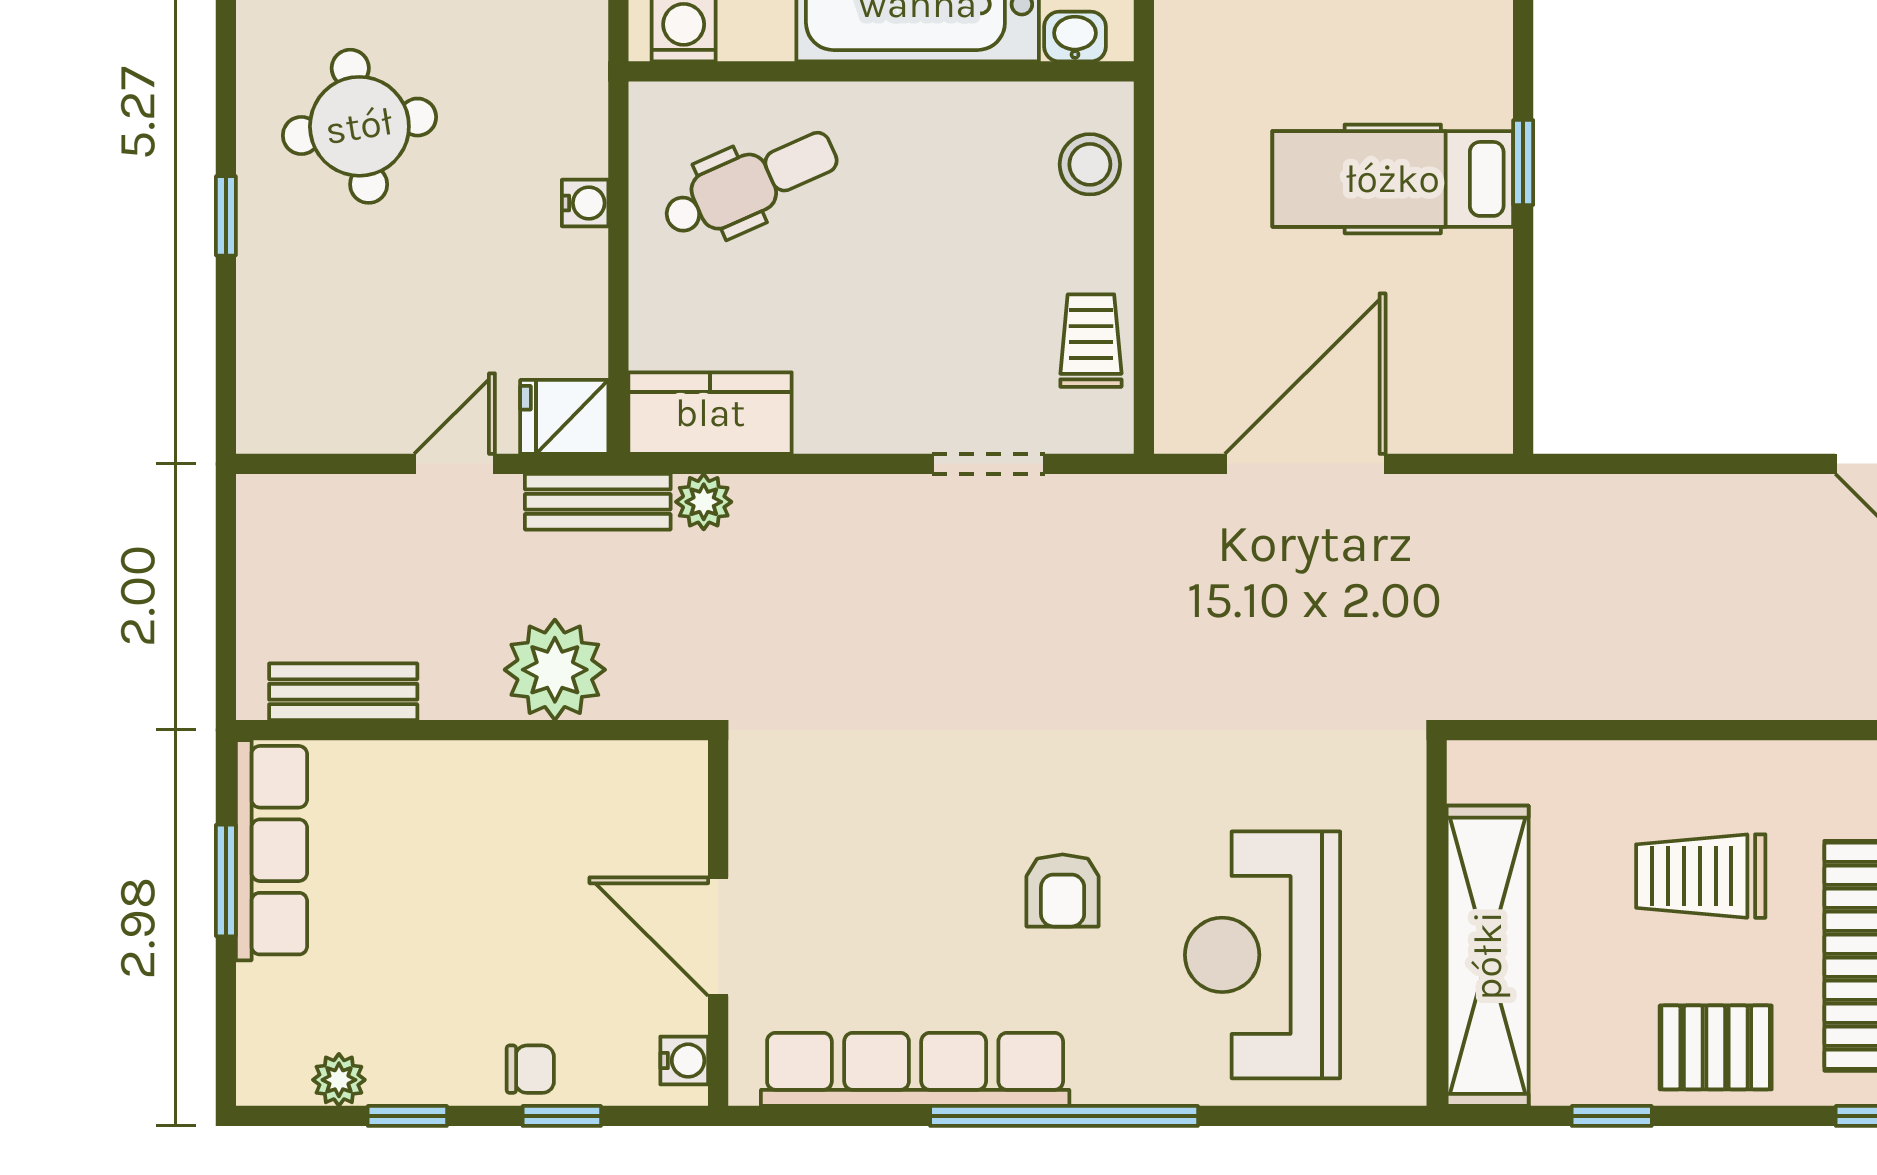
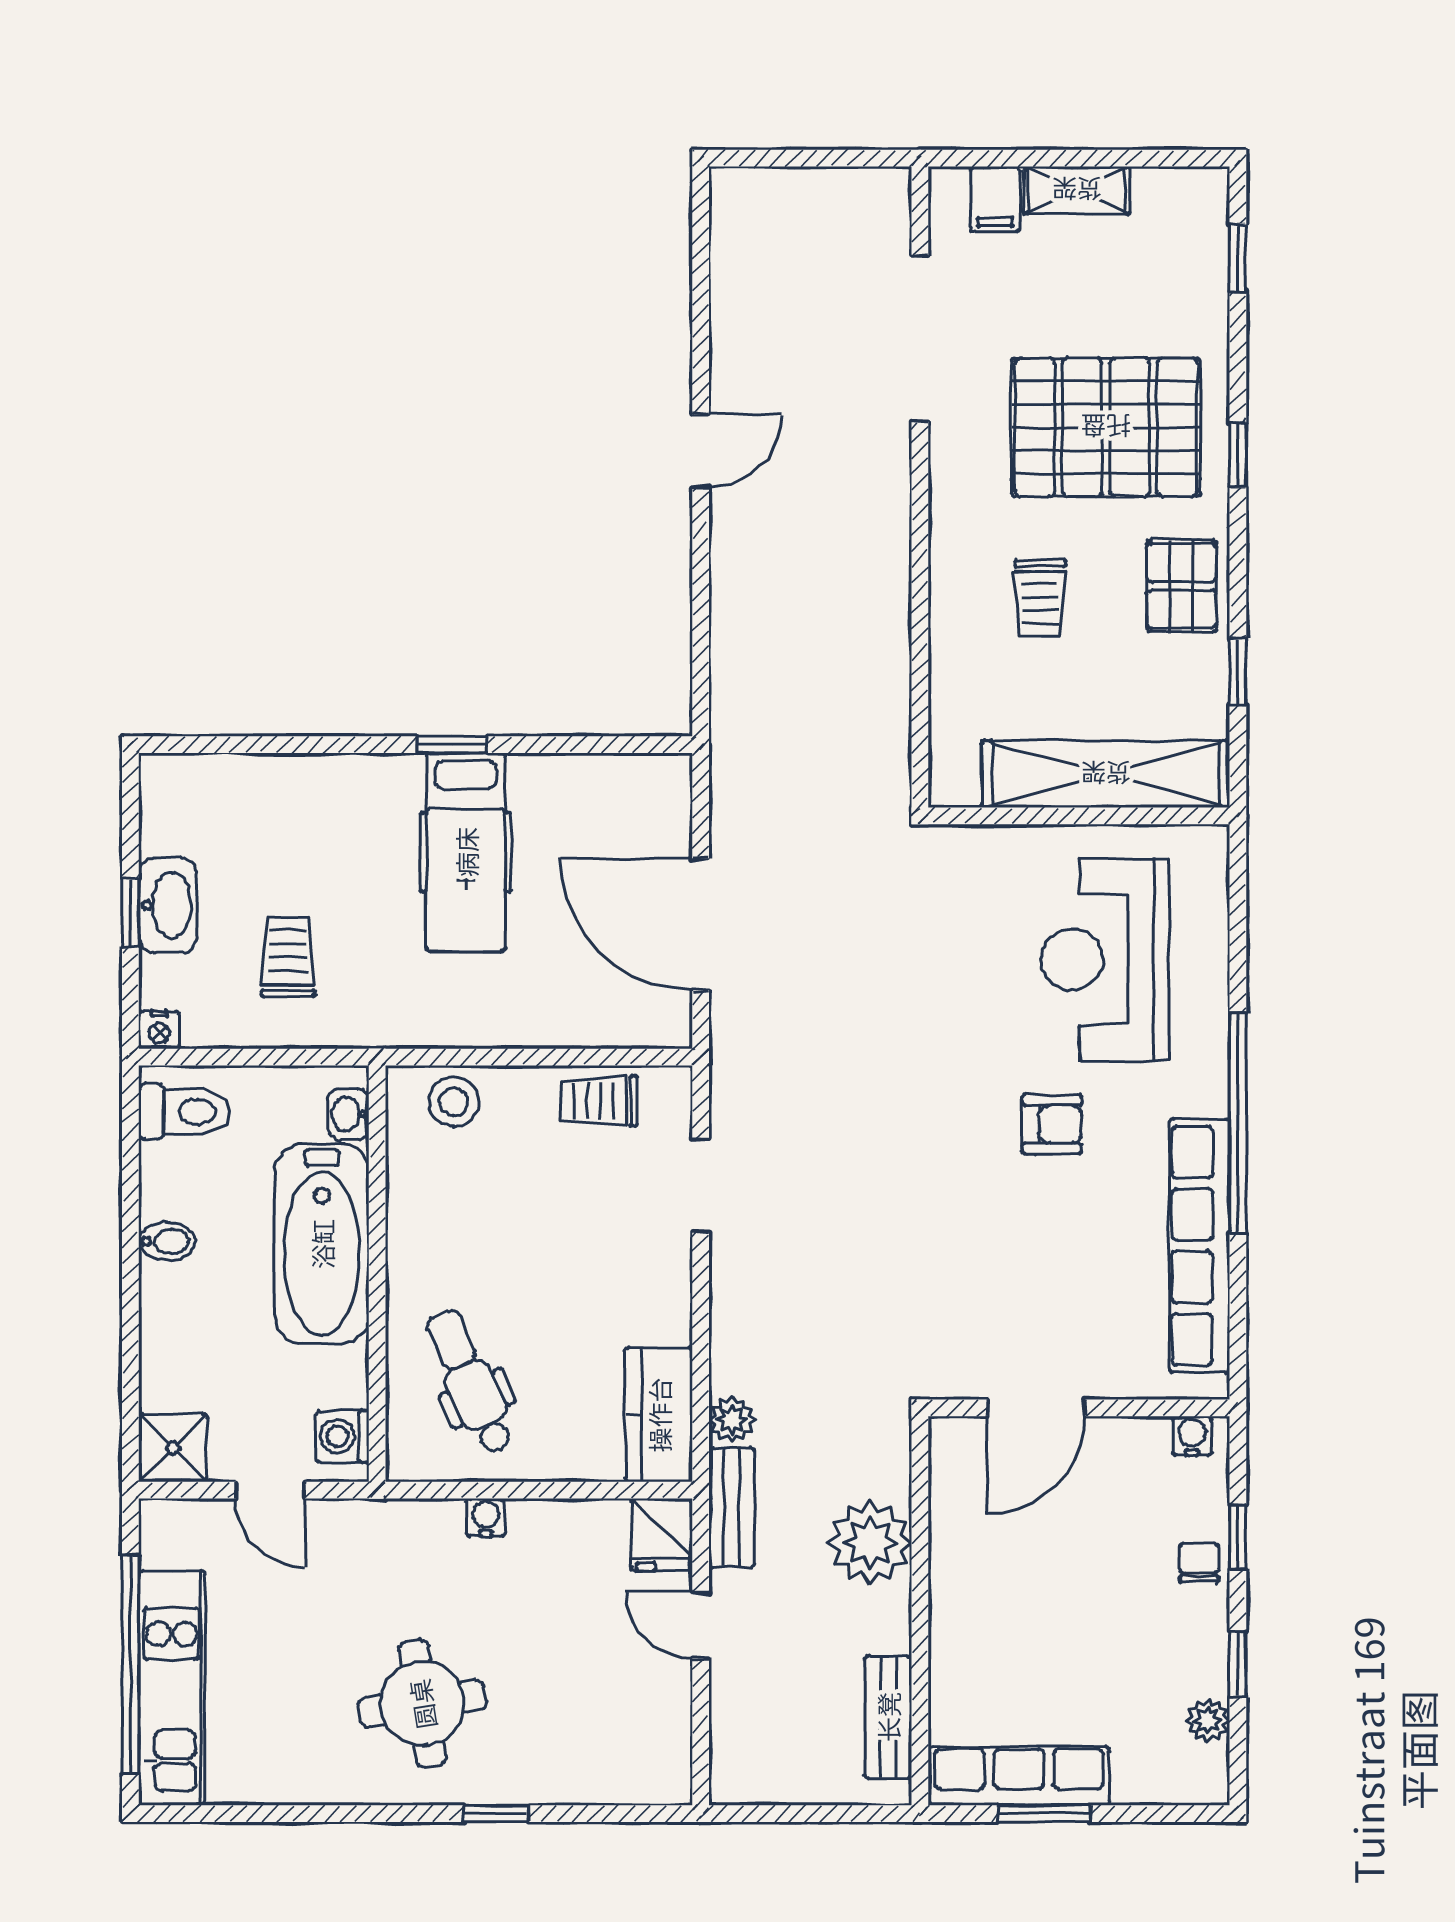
trolley: (1701, 876) -> (1040, 598), width x0.73, depth x0.72
door: (718, 937) -> (1036, 1408), moved
reception desk: (1263, 955) -> (1105, 959), turned 90

